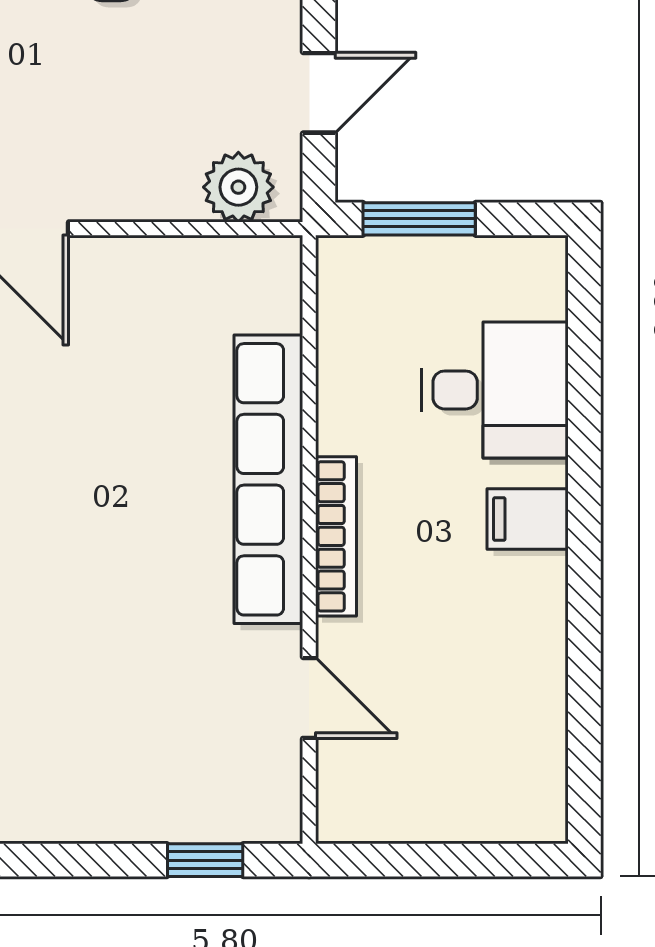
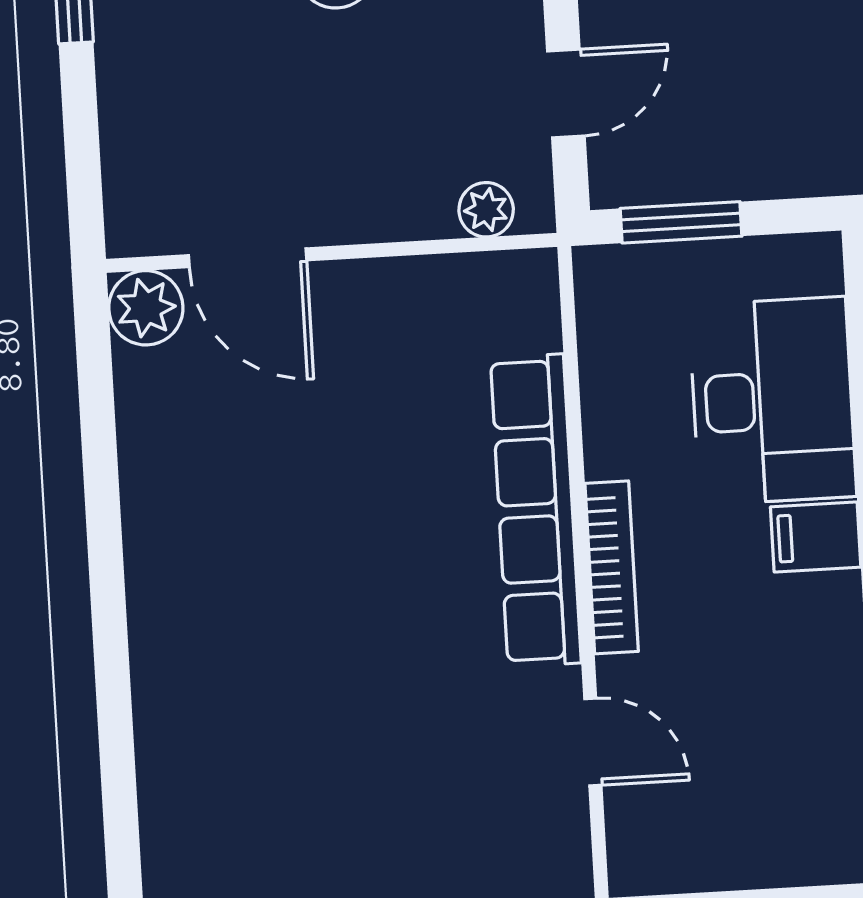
plant: (238, 187) -> (486, 210), width x0.73, depth x0.73
desk: (495, 390) -> (773, 401), width x1.37

